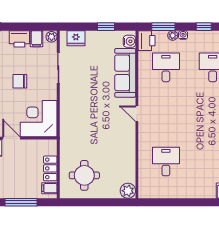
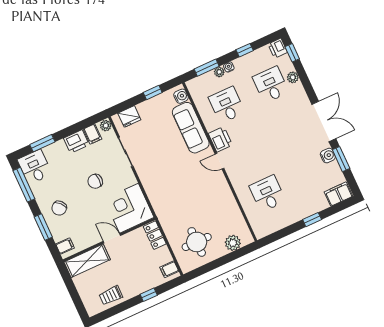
printer: (146, 41) -> (220, 139), moved
locker: (50, 168) -> (155, 235), moved
plant: (128, 191) -> (233, 243), moved
window: (21, 202) -> (149, 295), width x0.46
window: (195, 202) -> (312, 220), added

